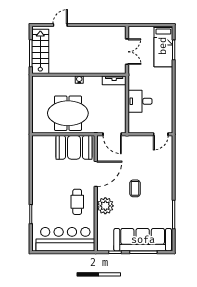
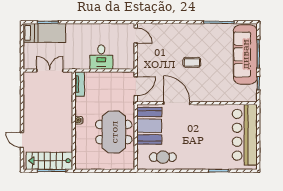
cafe table: (77, 202) -> (163, 157), moved
plant: (105, 206) -> (210, 93), removed

